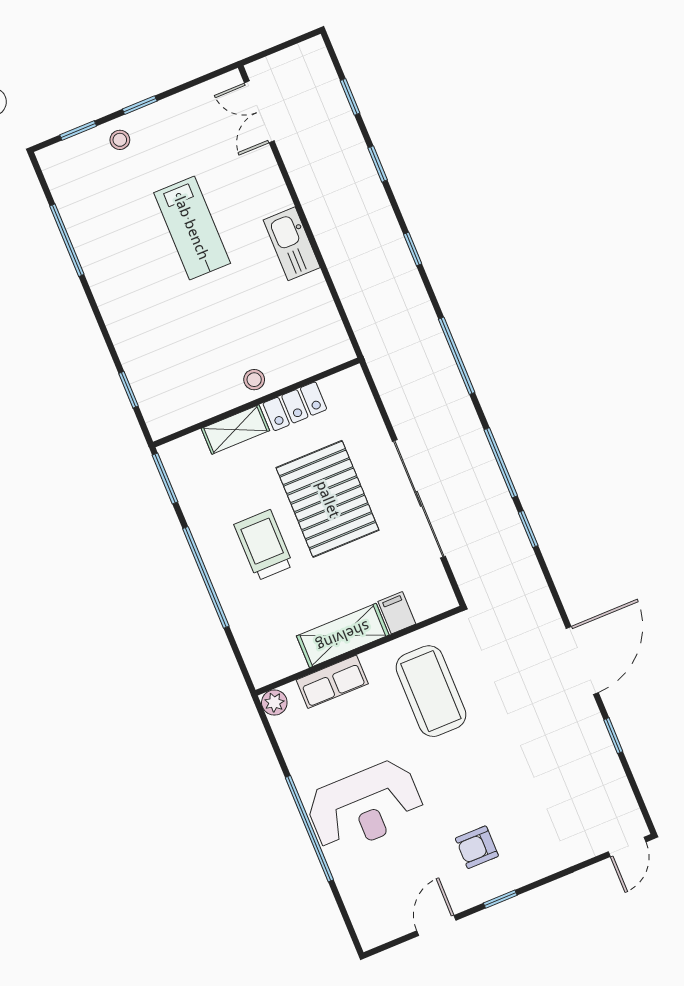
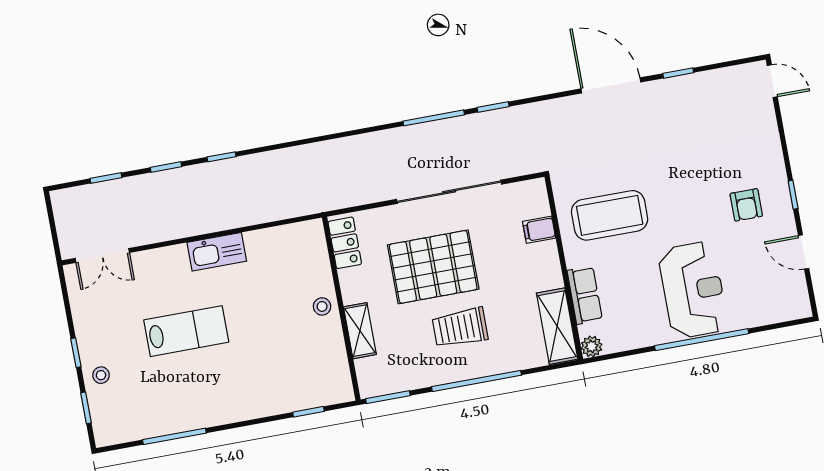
window: (413, 249) -> (222, 157), moved
window: (457, 356) -> (338, 135), removed
locker: (295, 406) -> (345, 243), moved
shelving: (343, 636) -> (557, 326), moved

